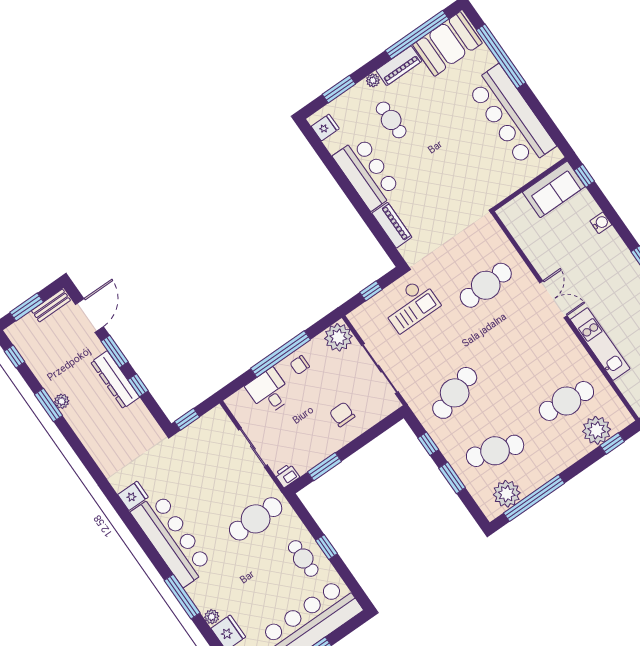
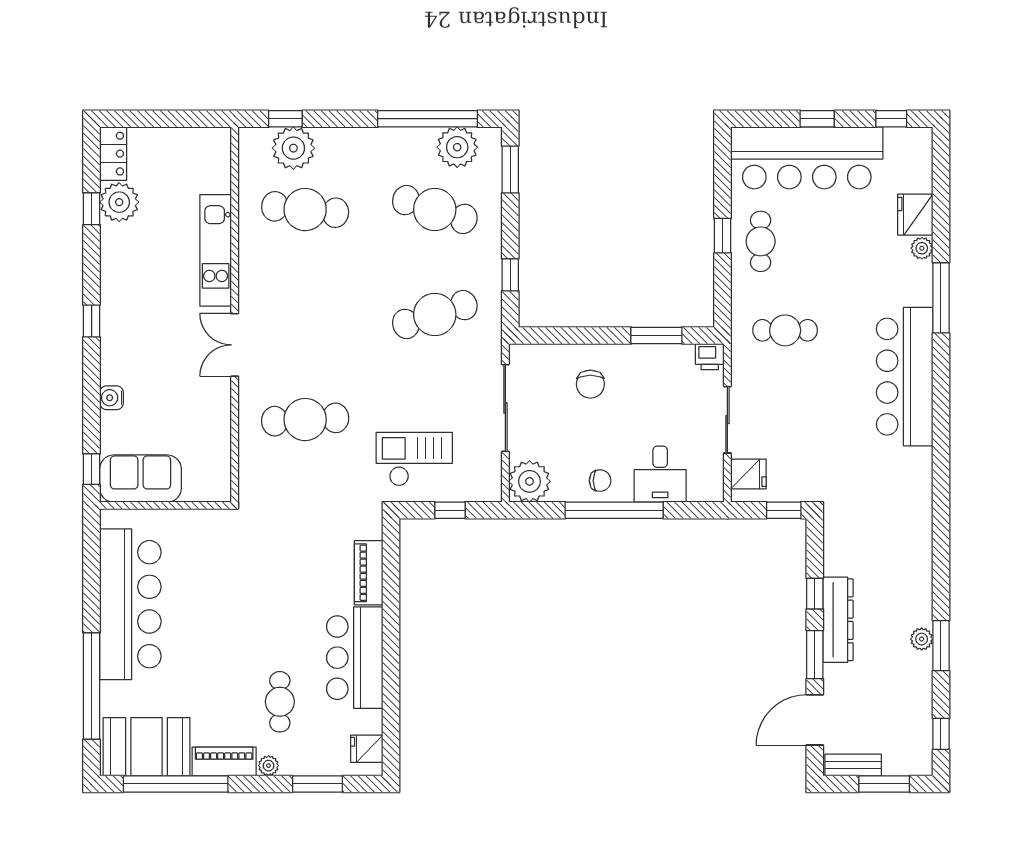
window: (452, 478) -> (510, 170), moved
fridge: (133, 496) -> (748, 474), moved, turned 180
cafe table: (256, 519) -> (785, 330), width x0.73, depth x0.74

